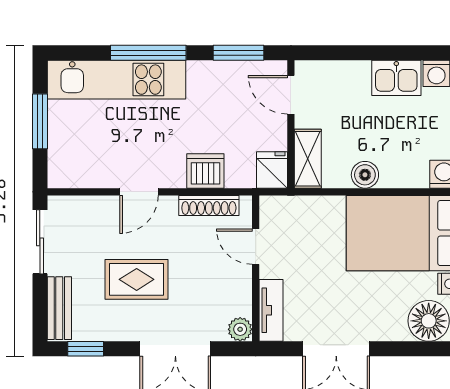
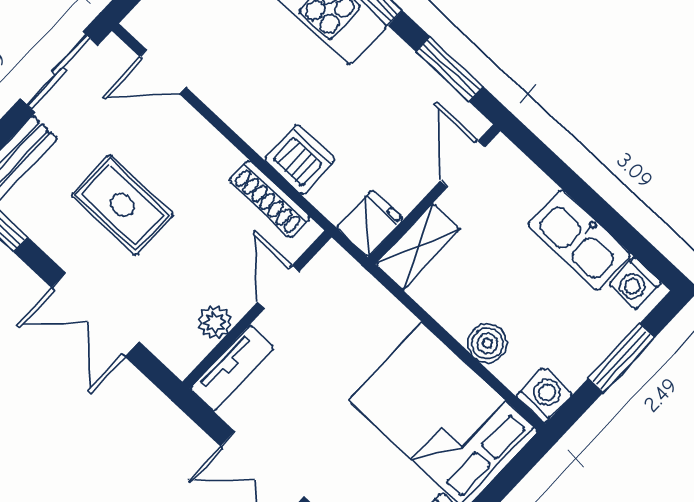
kitchen sink: (396, 78) -> (579, 240), width x1.38
boiler: (365, 175) -> (488, 343), moved
door: (139, 192) -> (163, 72), moved
plant: (240, 329) -> (215, 322), moved

